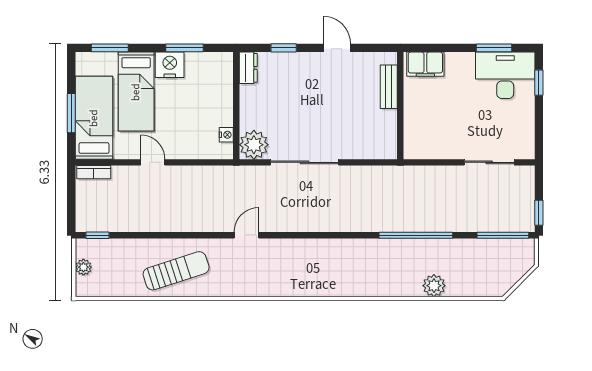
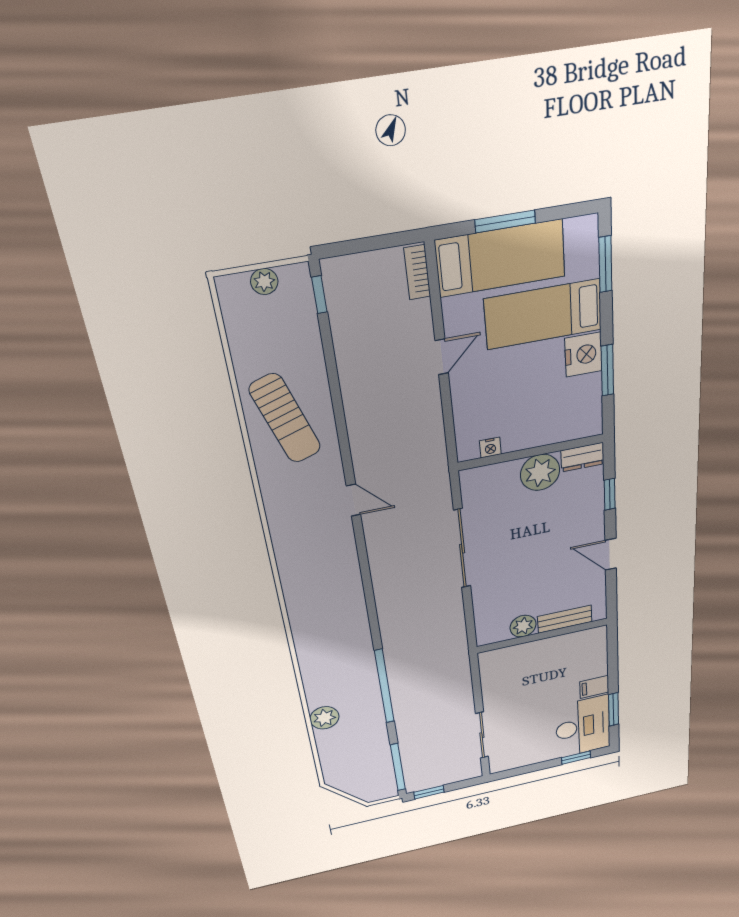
door: (337, 48) -> (611, 554), swing flipped
filing cabinet: (425, 64) -> (594, 687), moved, width x0.50
plant: (387, 121) -> (523, 626), added
plant: (254, 145) -> (540, 472), moved

